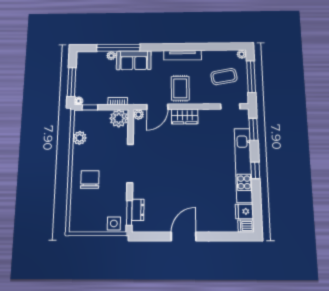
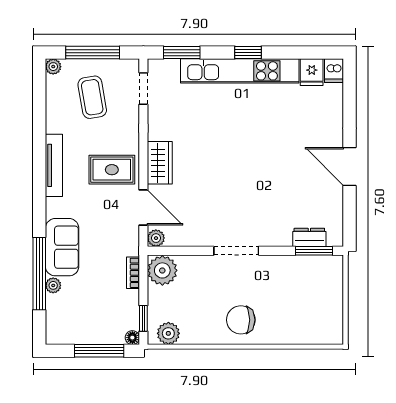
plant: (80, 138) -> (168, 333), moved
doorway: (130, 163) -> (236, 251), width x0.73
chair: (90, 180) -> (241, 320), moved
side table: (114, 223) -> (330, 275), removed

